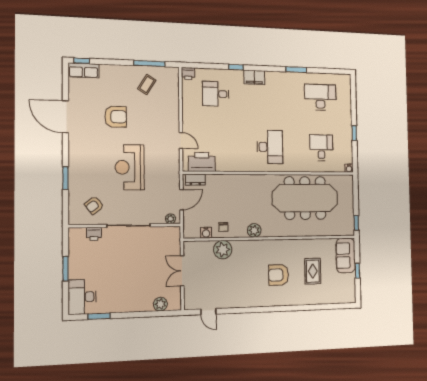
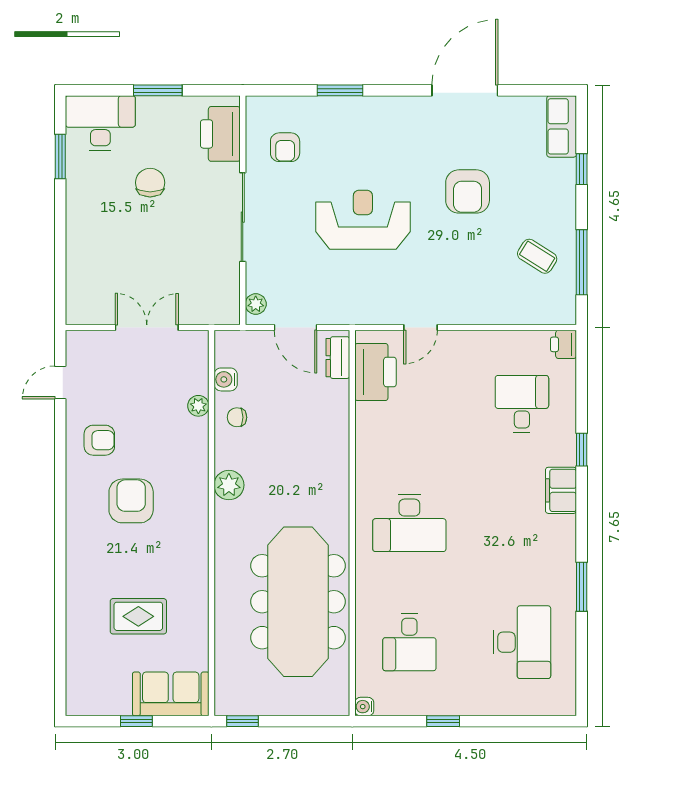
window: (82, 61) -> (582, 169), moved
desk: (321, 148) -> (409, 642), turned 90
armchair: (94, 205) -> (285, 147), turned -143
printer: (94, 234) -> (220, 134), width x1.87, depth x1.48
plant: (223, 250) -> (198, 406), width x0.53, depth x0.53
chair: (112, 271) -> (150, 183), added
armchair: (279, 275) -> (131, 501), moved
armchair: (235, 292) -> (99, 440), added
plant: (160, 304) -> (80, 281), removed

